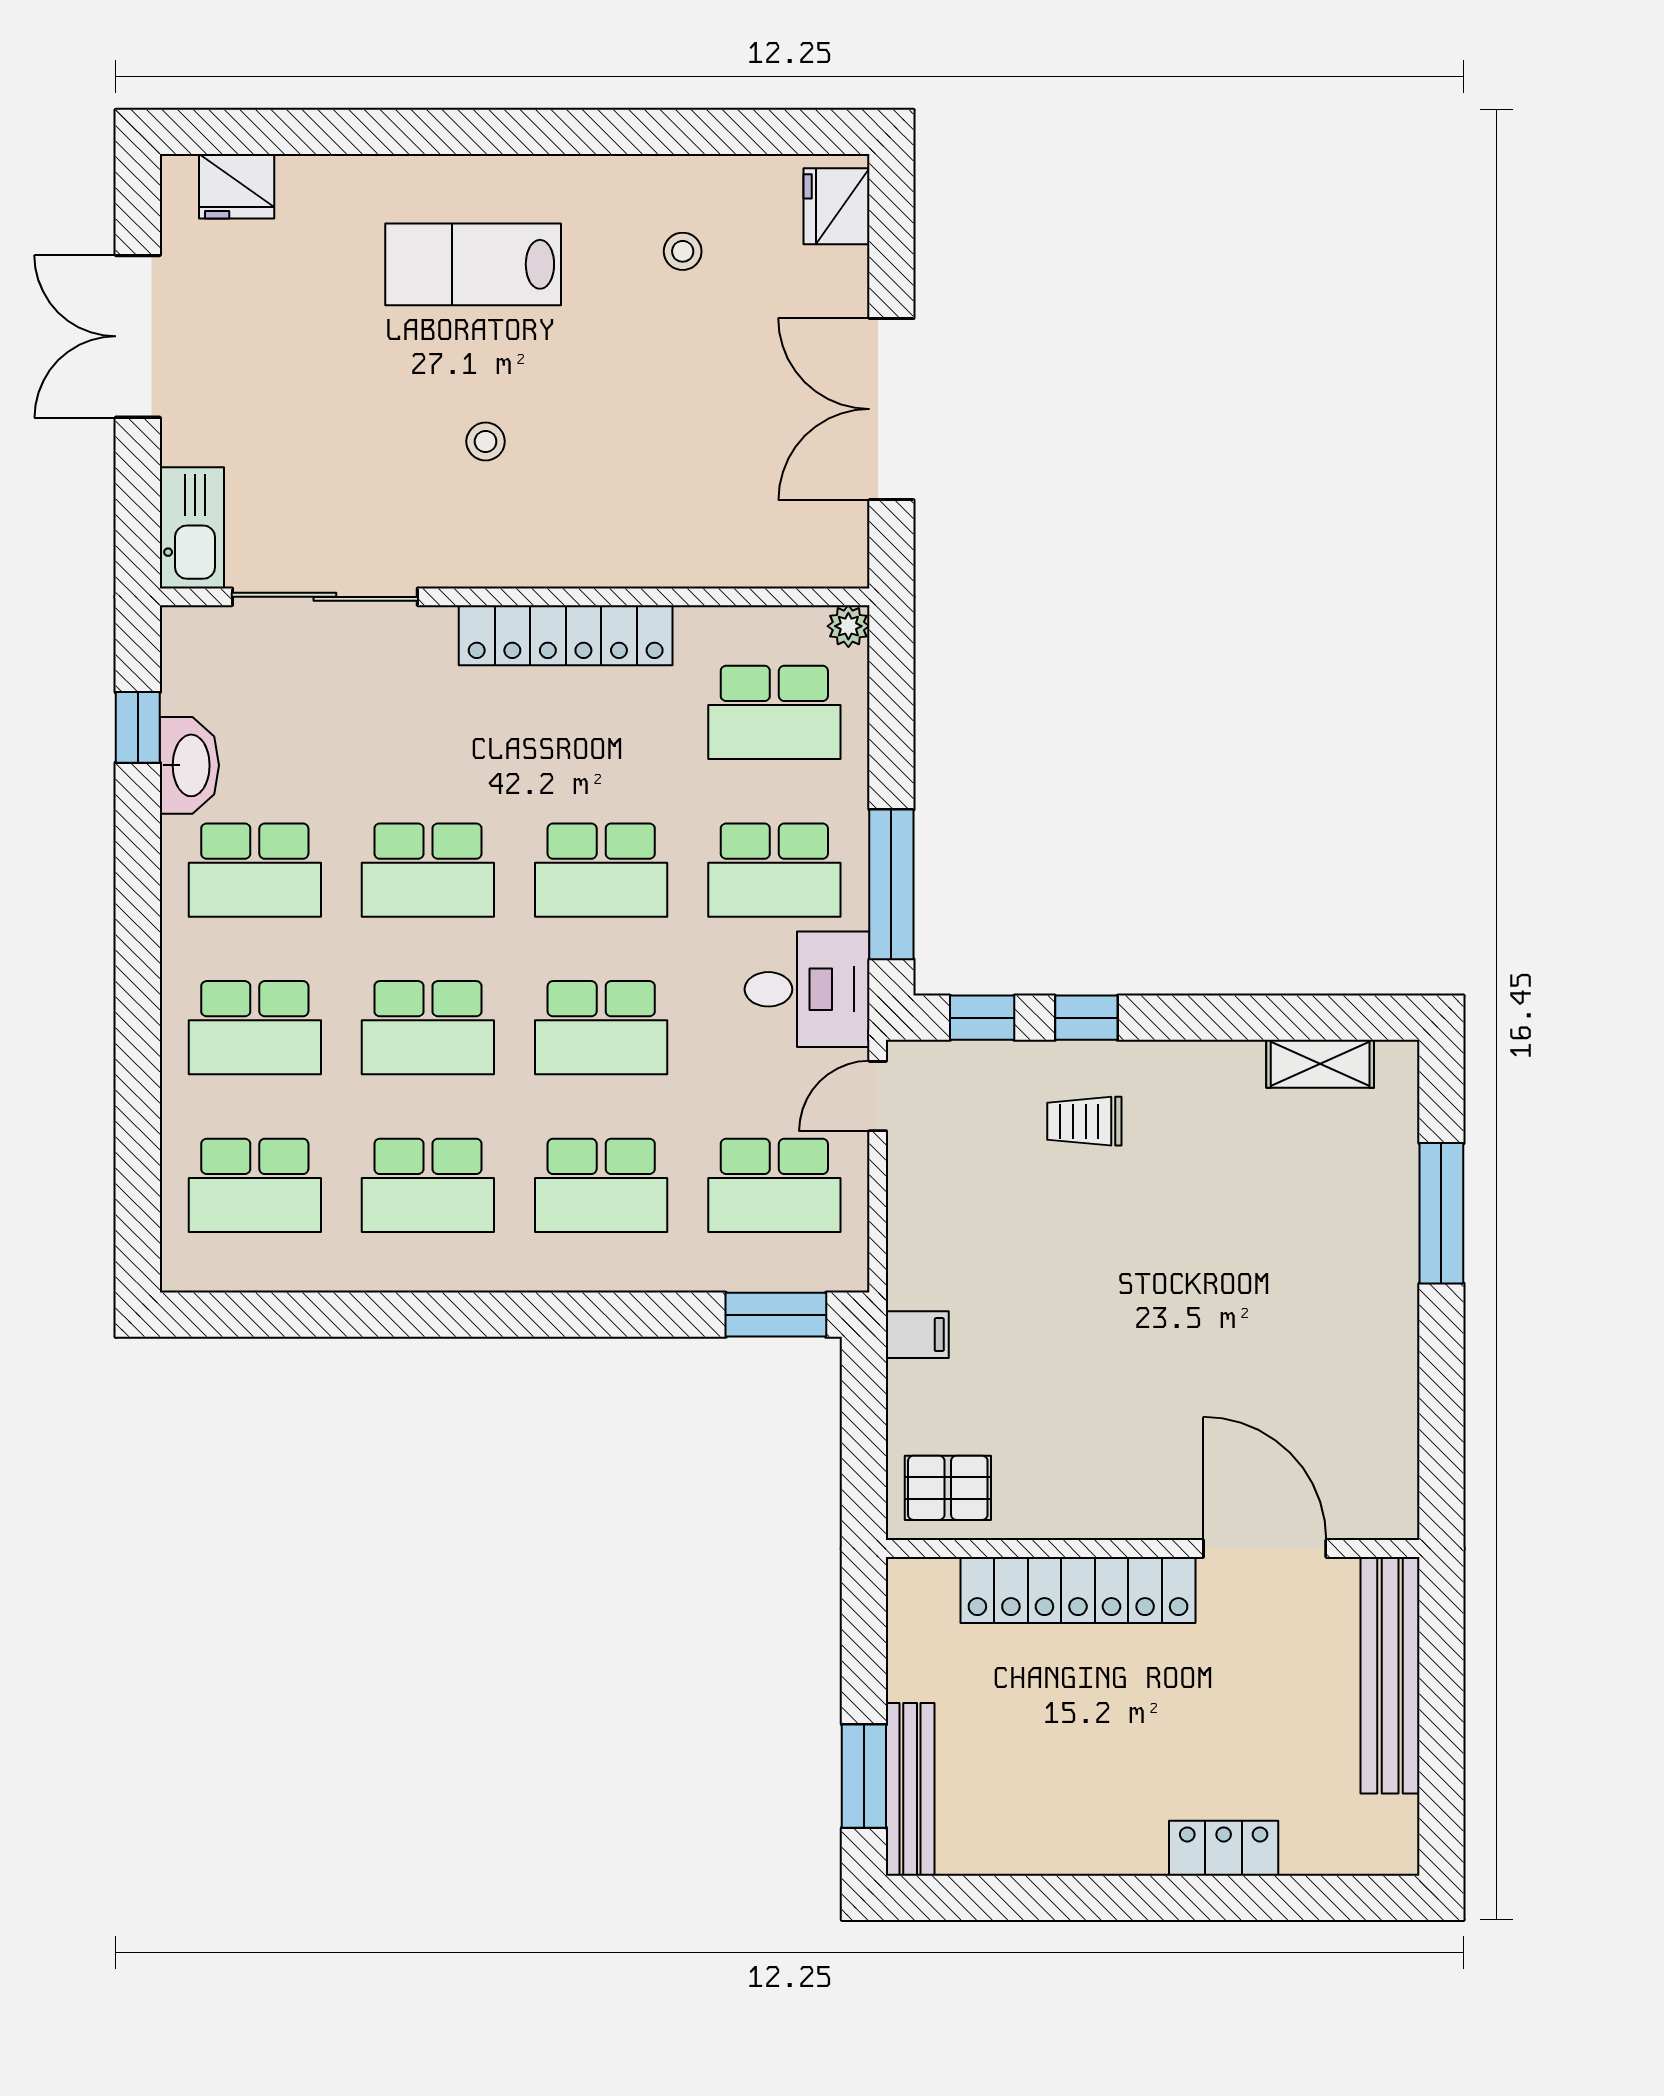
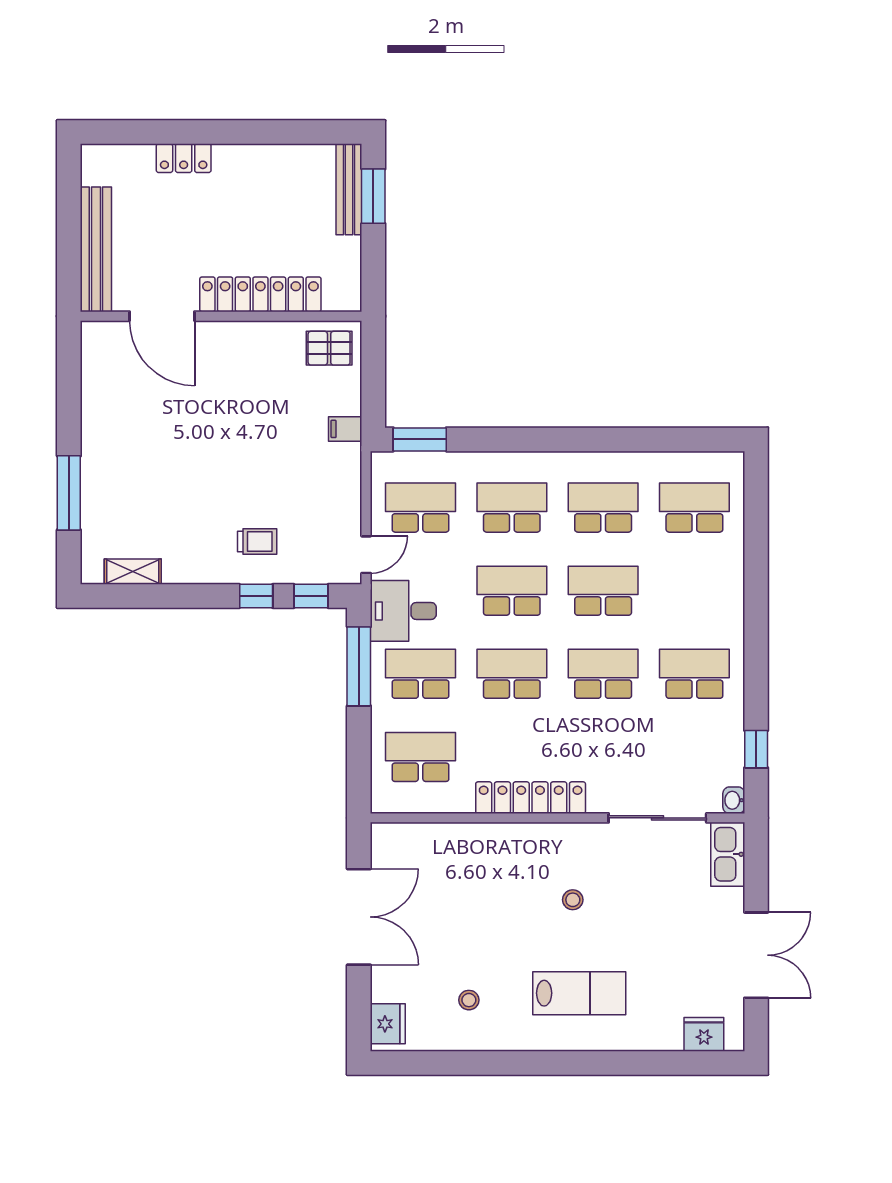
plant: (848, 626) -> (381, 802), removed
washbasin: (189, 765) -> (734, 800), moved, width x0.52, depth x0.69
school desk: (255, 1028) -> (694, 591), removed

